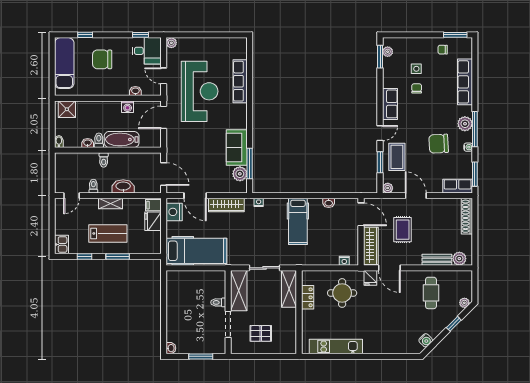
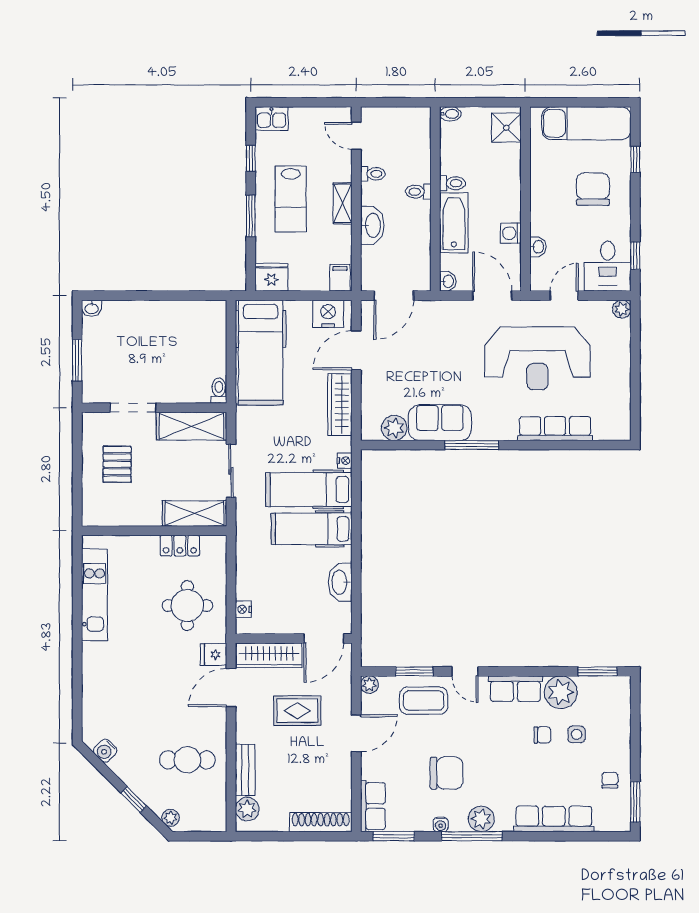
plant: (388, 52) -> (561, 692), moved, width x1.88, depth x1.88
washbasin: (88, 143) -> (448, 281), moved
chair: (439, 144) -> (447, 773), turned 93
window: (250, 163) -> (472, 445), moved
washbasin: (329, 203) -> (340, 582), width x1.91, depth x1.45
fridge: (153, 221) -> (271, 277), moved
hospital bed: (275, 223) -> (309, 490), added
toilet: (218, 302) -> (219, 391), moved

